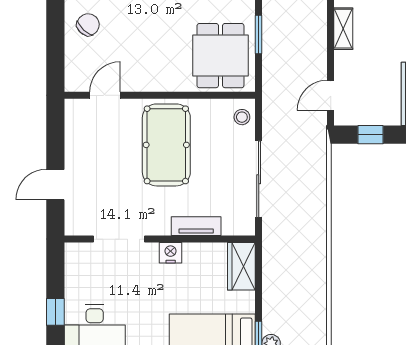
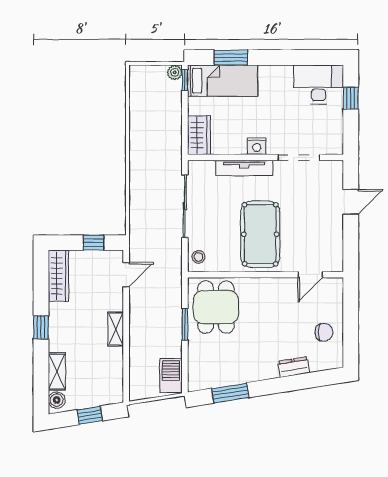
chair: (88, 25) -> (324, 332), turned -133
tv unit: (196, 226) -> (244, 168), width x1.41

